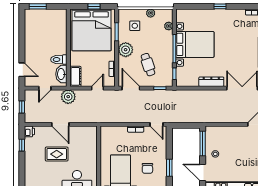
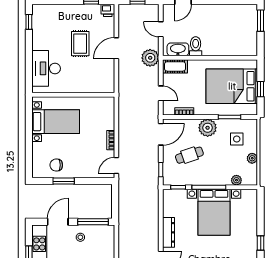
bed: (92, 30) -> (232, 86), width x0.73
chair: (147, 168) -> (56, 165), moved

